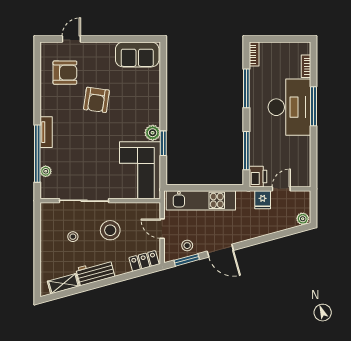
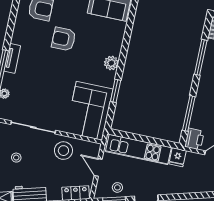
armchair: (96, 100) -> (64, 39), turned 82
plant: (153, 133) -> (111, 63), moved
fridge: (263, 200) -> (178, 157), moved
stool: (110, 230) -> (63, 151), moved

